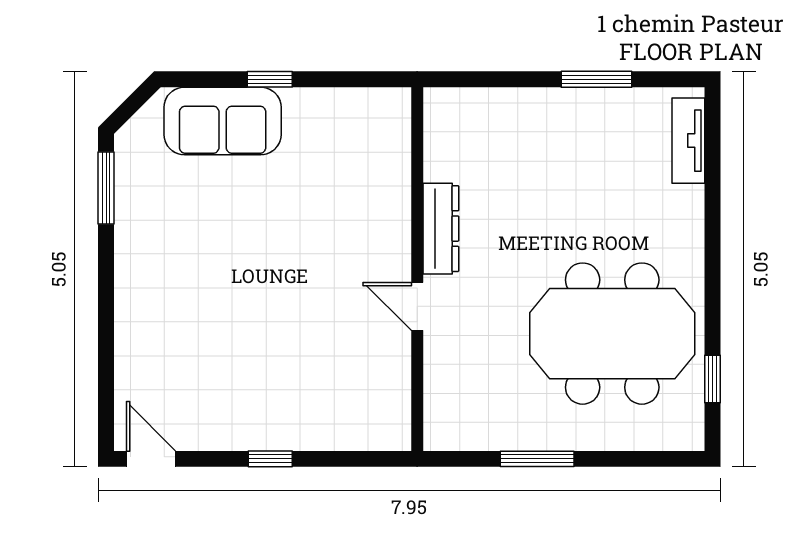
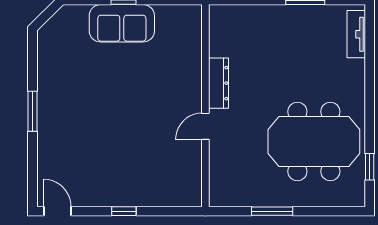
sofa: (223, 121) -> (122, 23), moved
window: (106, 188) -> (33, 111), moved
door: (417, 306) -> (205, 126), hinge flipped

